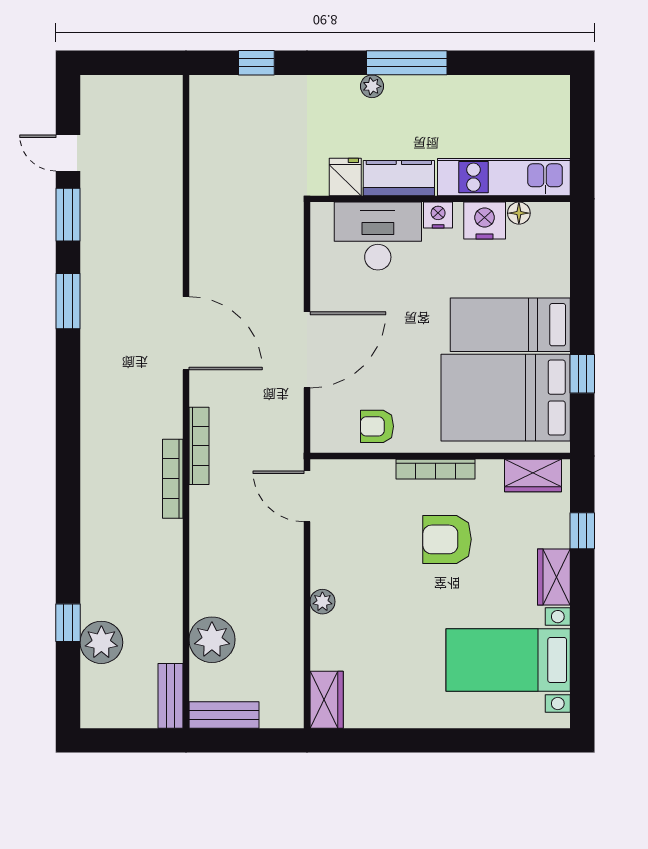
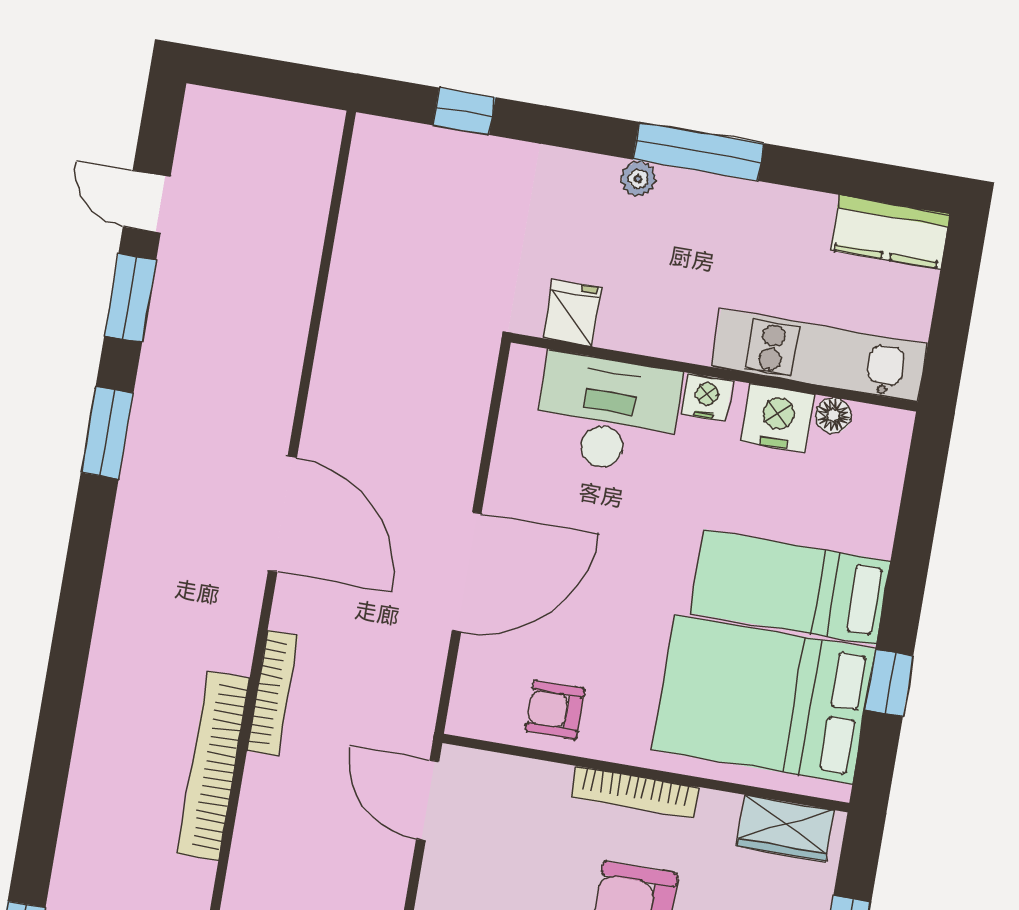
kitchen counter: (399, 178) -> (890, 232), moved, turned 180
bookcase: (173, 479) -> (213, 766), width x1.48, depth x1.31

